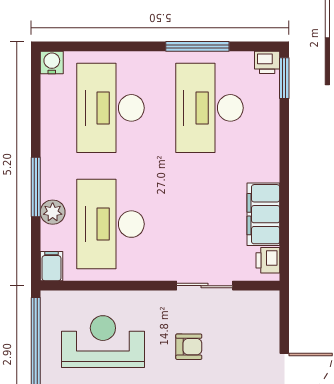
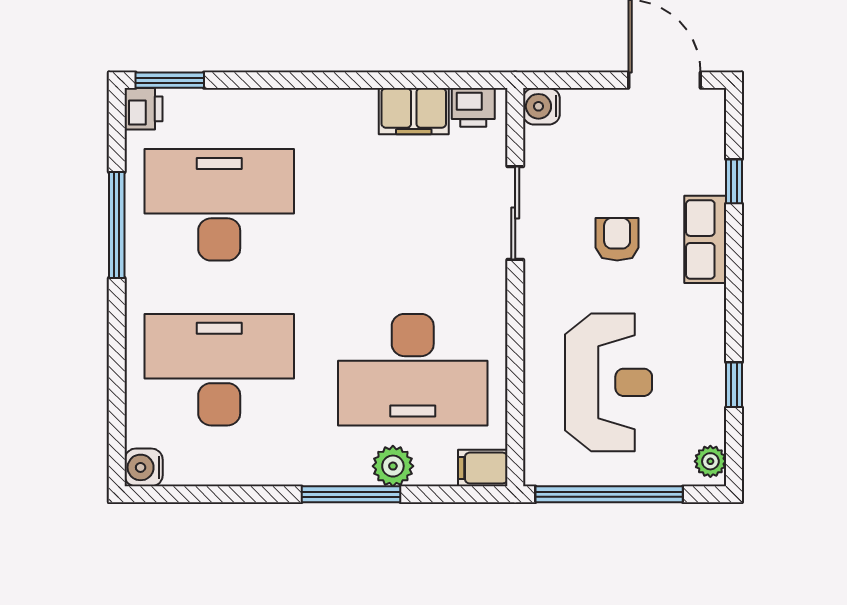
desk: (111, 108) -> (219, 370), turned 180
desk: (209, 108) -> (219, 205), turned 180
filing cabinet: (263, 214) -> (414, 111), width x0.67, depth x0.86
water cooler: (269, 301) -> (541, 106), added
reception desk: (103, 342) -> (609, 382), turned 180

